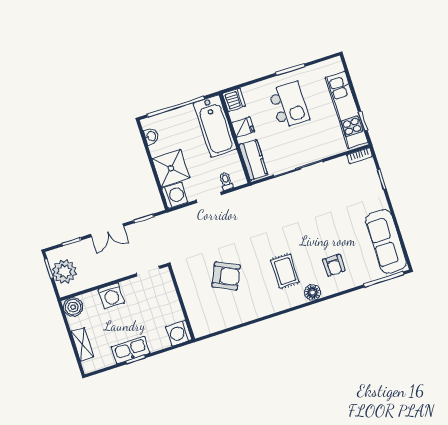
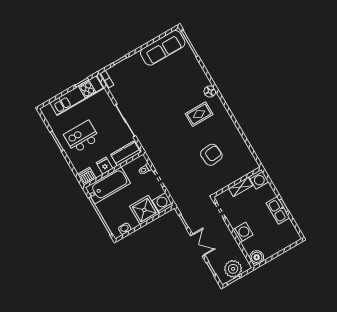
armchair: (334, 265) -> (187, 81), removed
armchair: (226, 276) -> (211, 155), turned 59
shelving: (82, 344) -> (241, 187), moved

